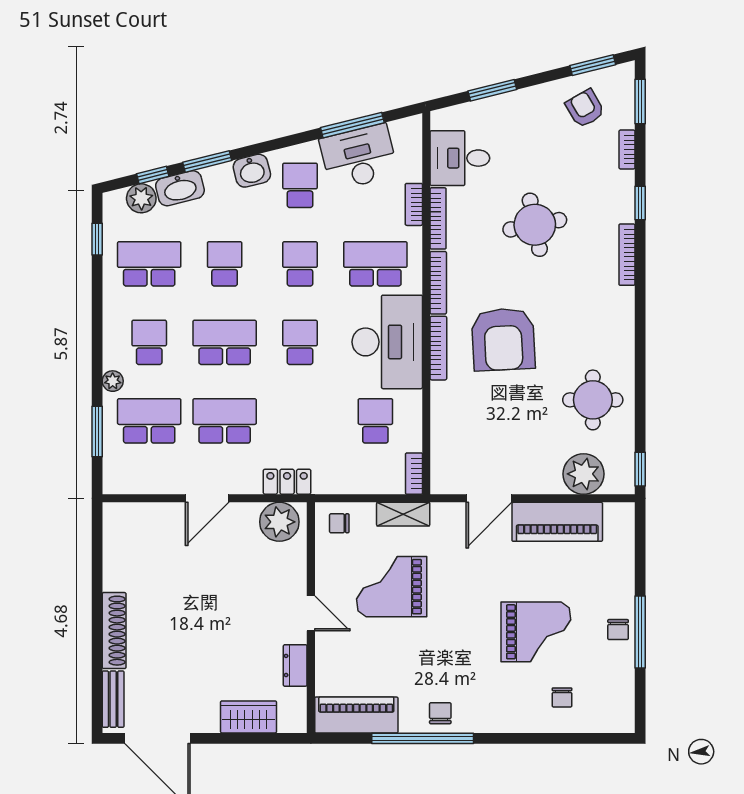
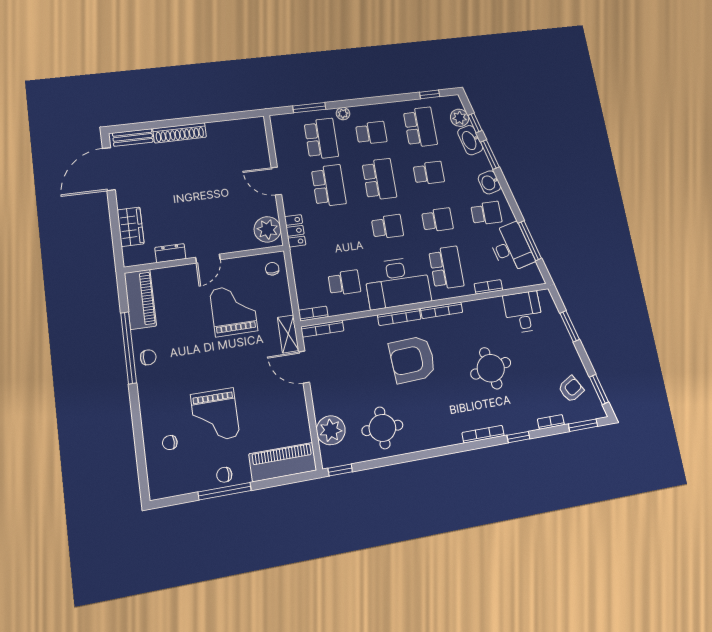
bookcase: (438, 218) -> (322, 329), moved
shelving: (403, 514) -> (288, 334), moved
piano: (557, 522) -> (283, 462), moved, turned 90

